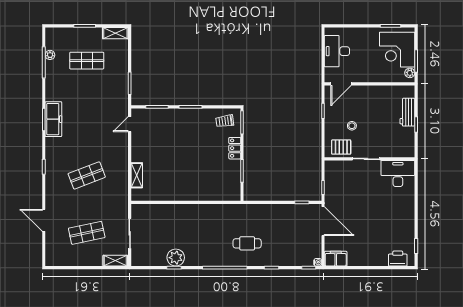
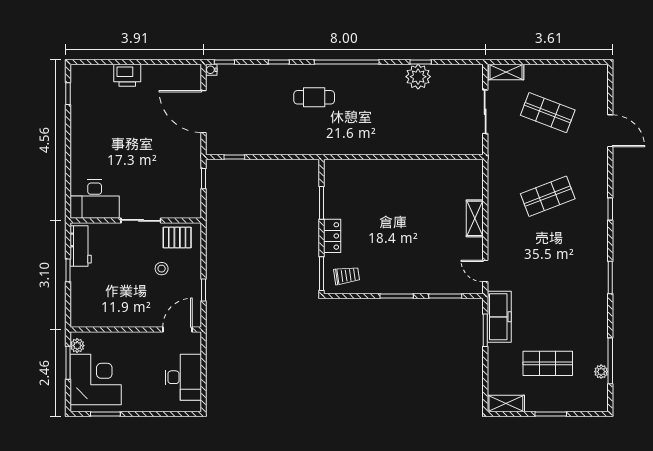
workbench: (407, 112) -> (81, 246), moved
freezer: (53, 119) -> (499, 317), moved, turned 180
door: (130, 124) -> (485, 271), swing flipped
shelving: (137, 175) -> (475, 218), moved
door: (323, 221) -> (204, 112), moved
shop shelf: (87, 233) -> (548, 113), turned 33
filing cabinet: (336, 259) -> (185, 75), removed
printer: (398, 259) -> (127, 75), moved

